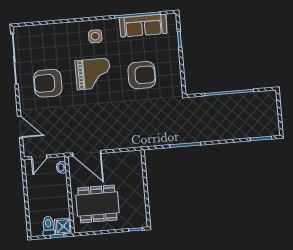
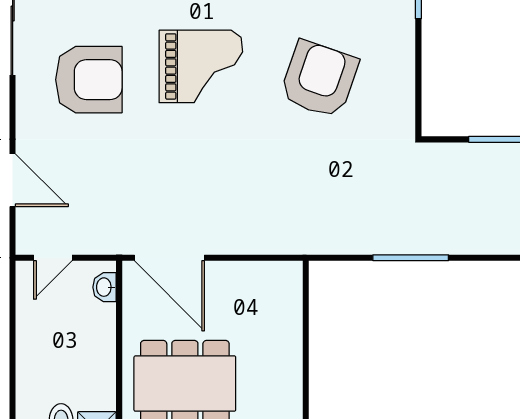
armchair: (142, 75) -> (319, 79), turned -71
armchair: (48, 83) -> (89, 80), turned 180

